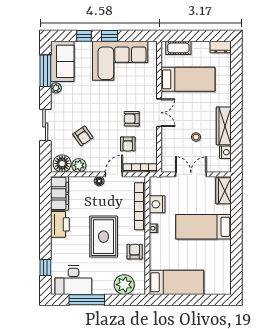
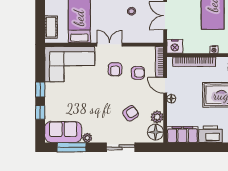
corner sofa: (120, 61) -> (70, 64), moved, turned 90
nightstand: (157, 204) -> (175, 46), moved

